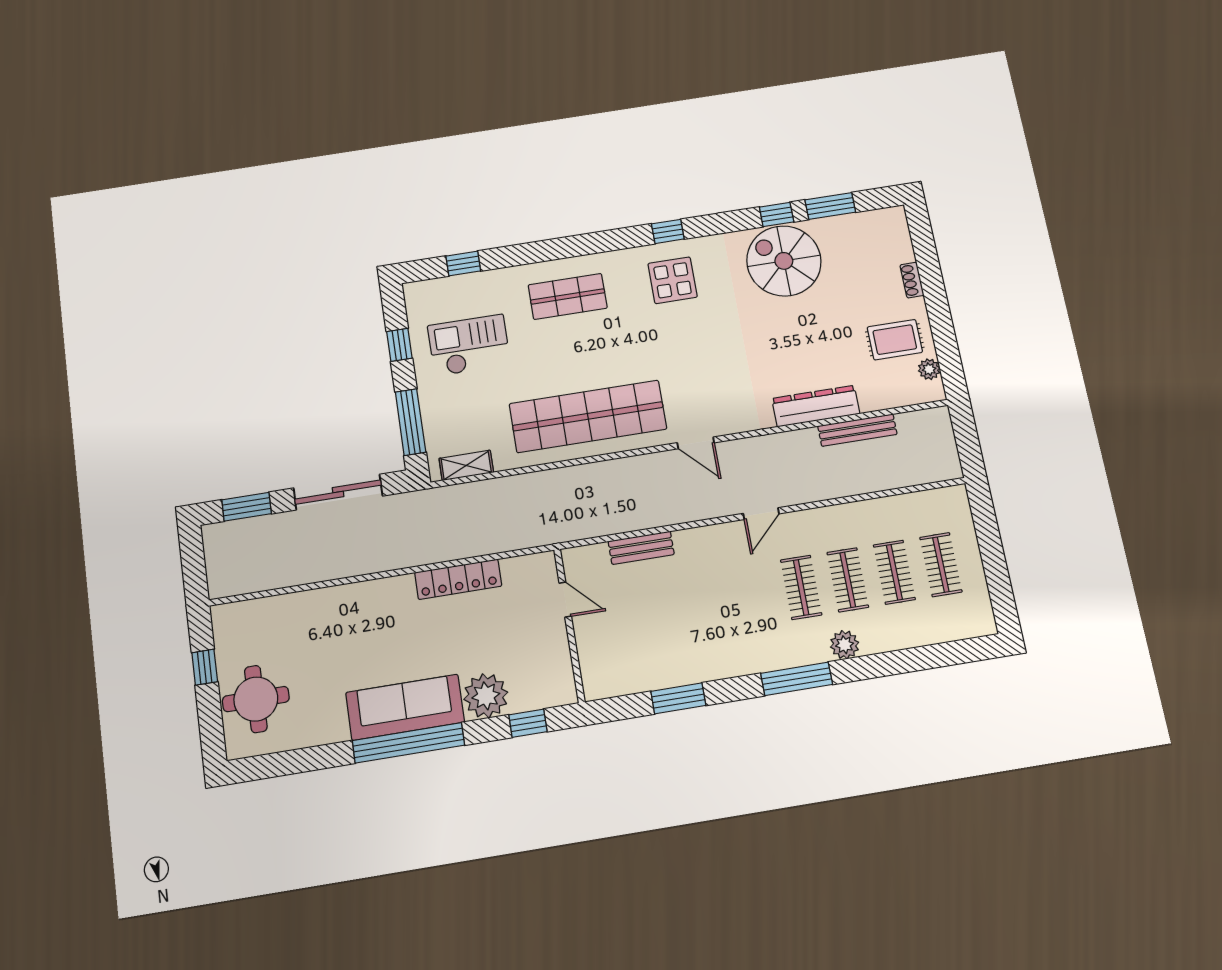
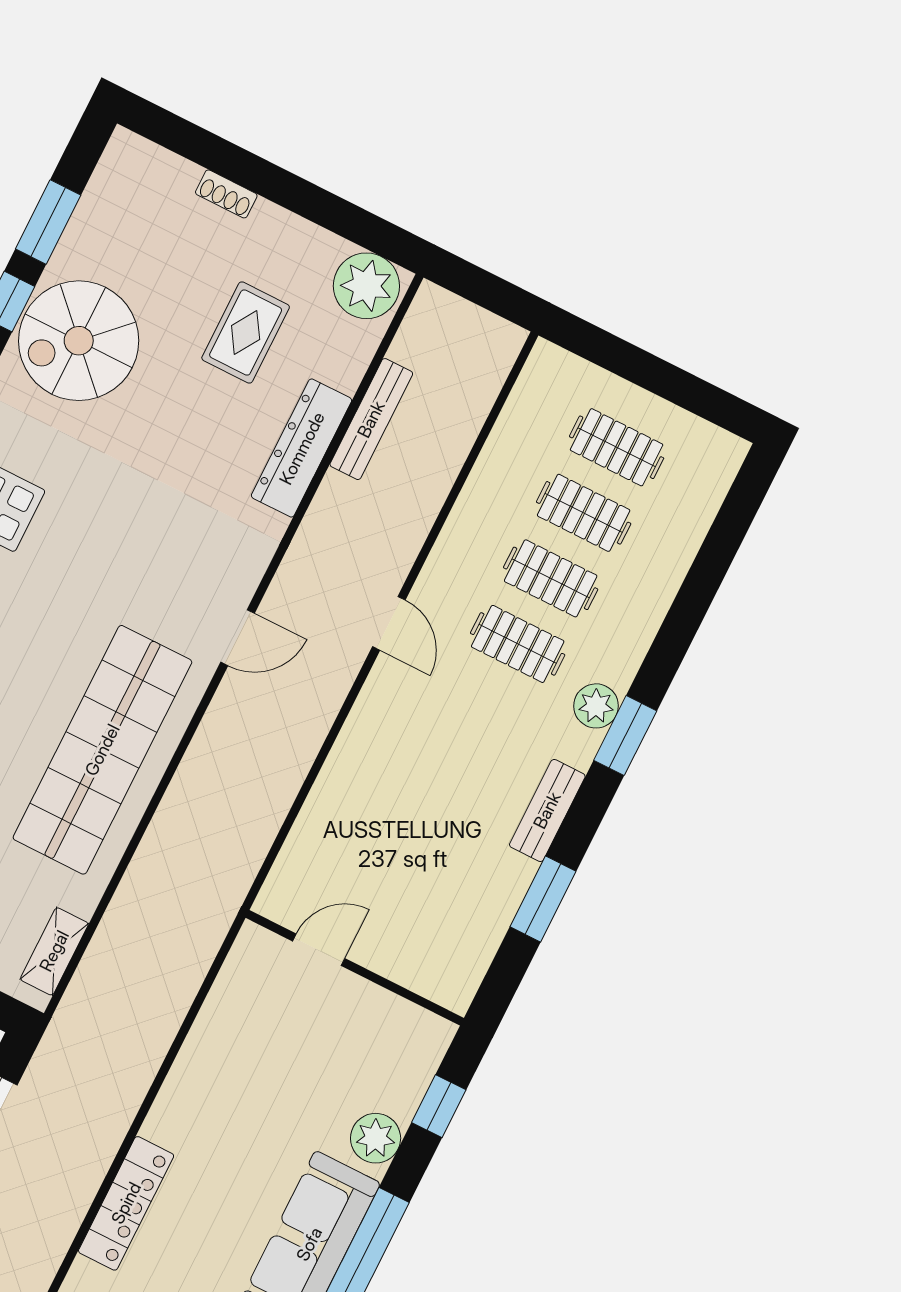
rug: (895, 340) -> (246, 333), moved
plant: (929, 369) -> (366, 286), width x1.87, depth x1.87
bench: (641, 548) -> (547, 810), moved
locker: (458, 579) -> (126, 1203), moved
plant: (845, 645) -> (596, 706), moved
window: (797, 679) -> (625, 736), width x0.69
plant: (486, 696) -> (376, 1138), width x0.73, depth x0.73

